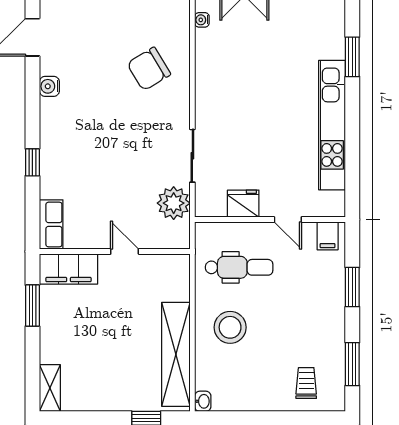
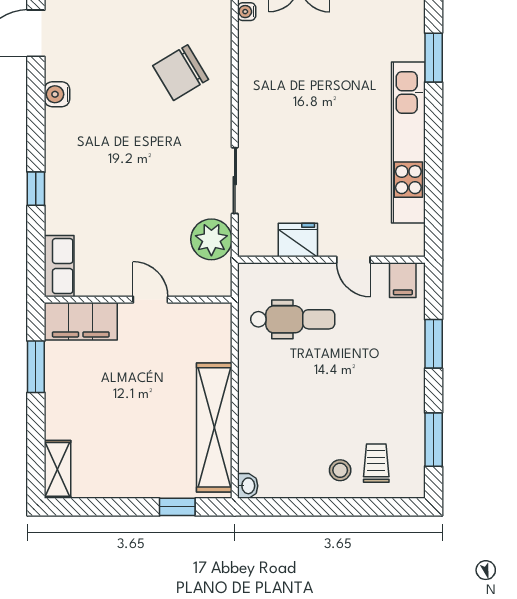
stool: (230, 327) -> (340, 470), moved, width x0.53, depth x0.53

